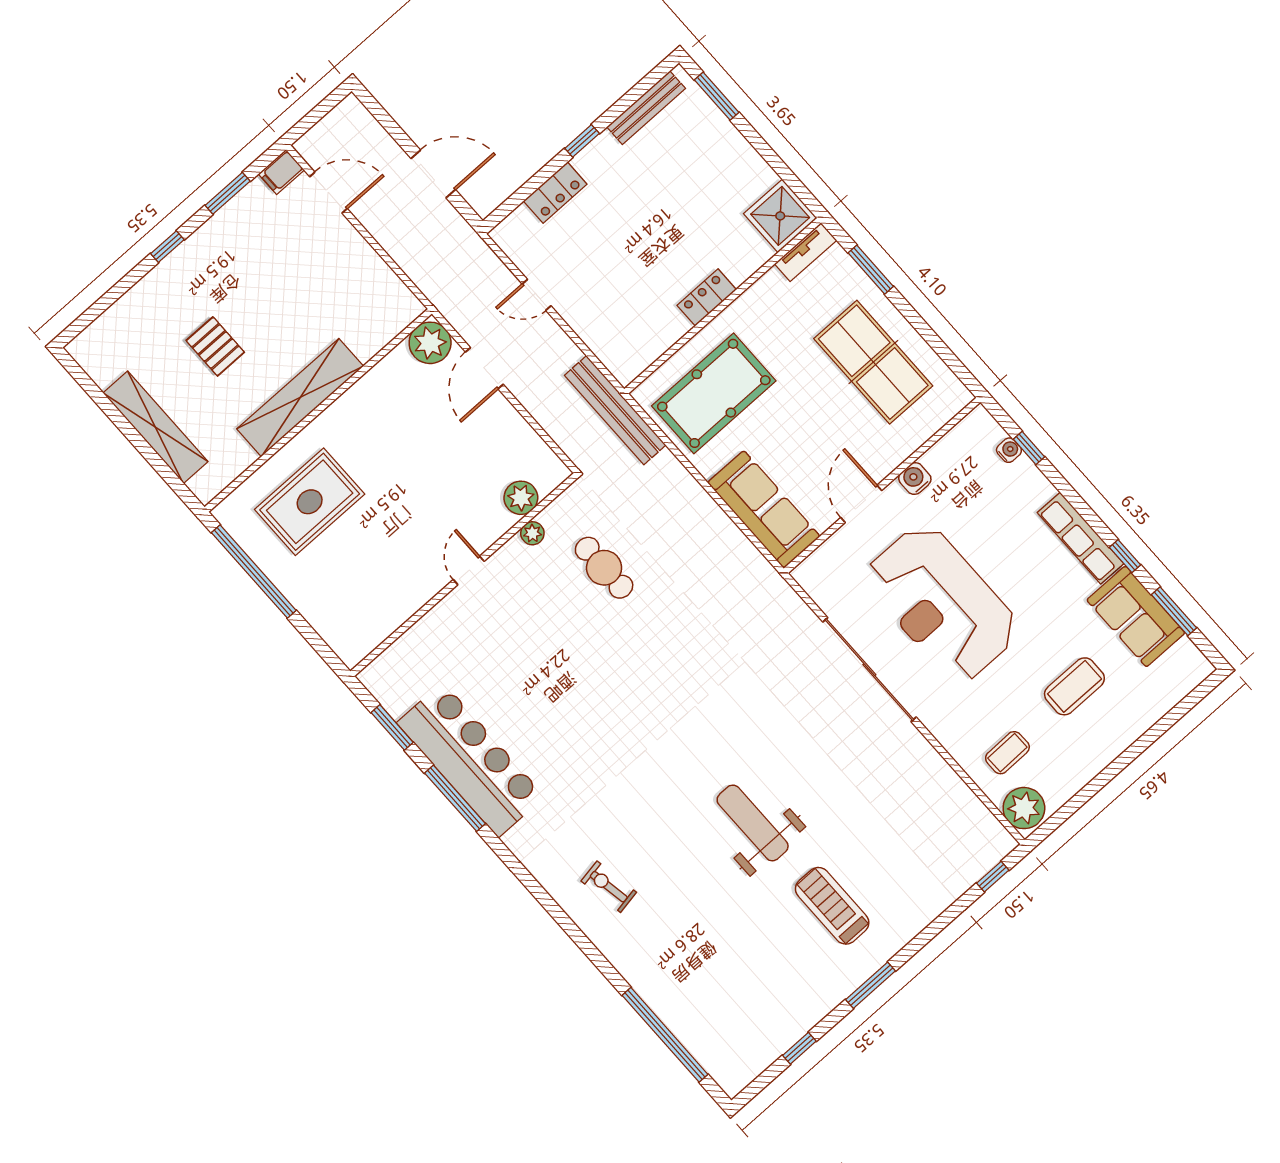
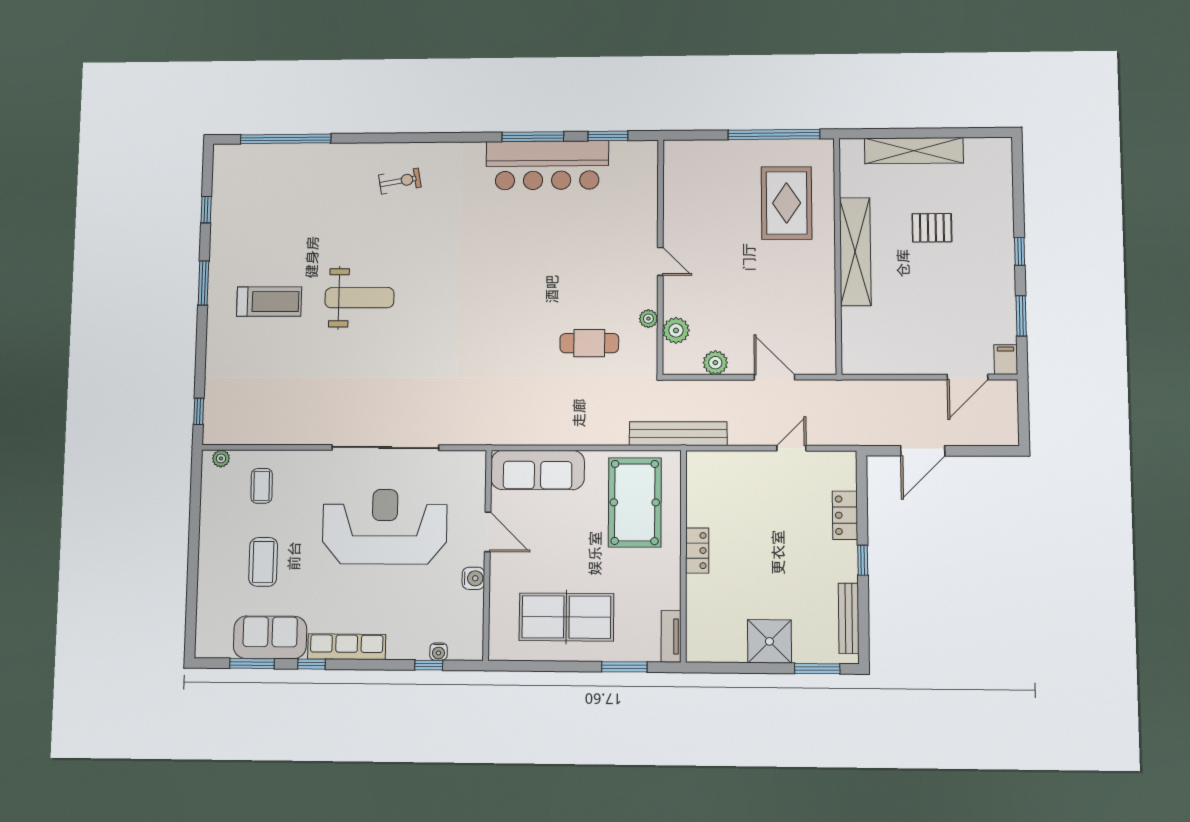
shower: (780, 216) -> (769, 641), moved
plant: (430, 343) -> (715, 363), moved, width x0.73, depth x0.73
plant: (1024, 808) -> (221, 458), width x0.53, depth x0.53

